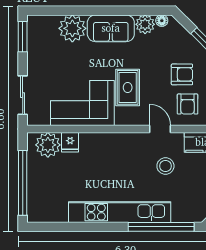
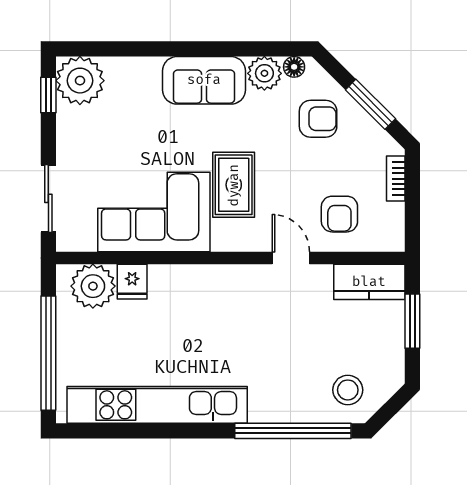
plant: (72, 28) -> (80, 81), moved
window: (23, 37) -> (48, 95), width x0.67
armchair: (182, 74) -> (318, 119), moved
stool: (165, 166) -> (348, 390), moved
kitchen unit: (120, 212) -> (157, 405), moved

